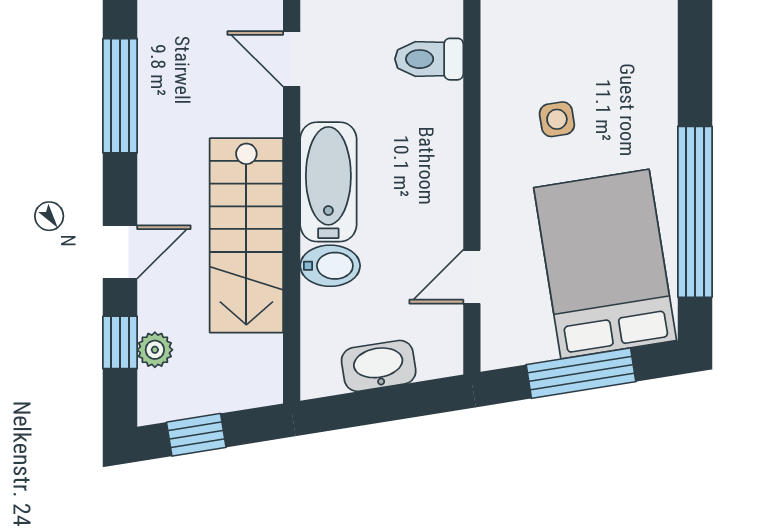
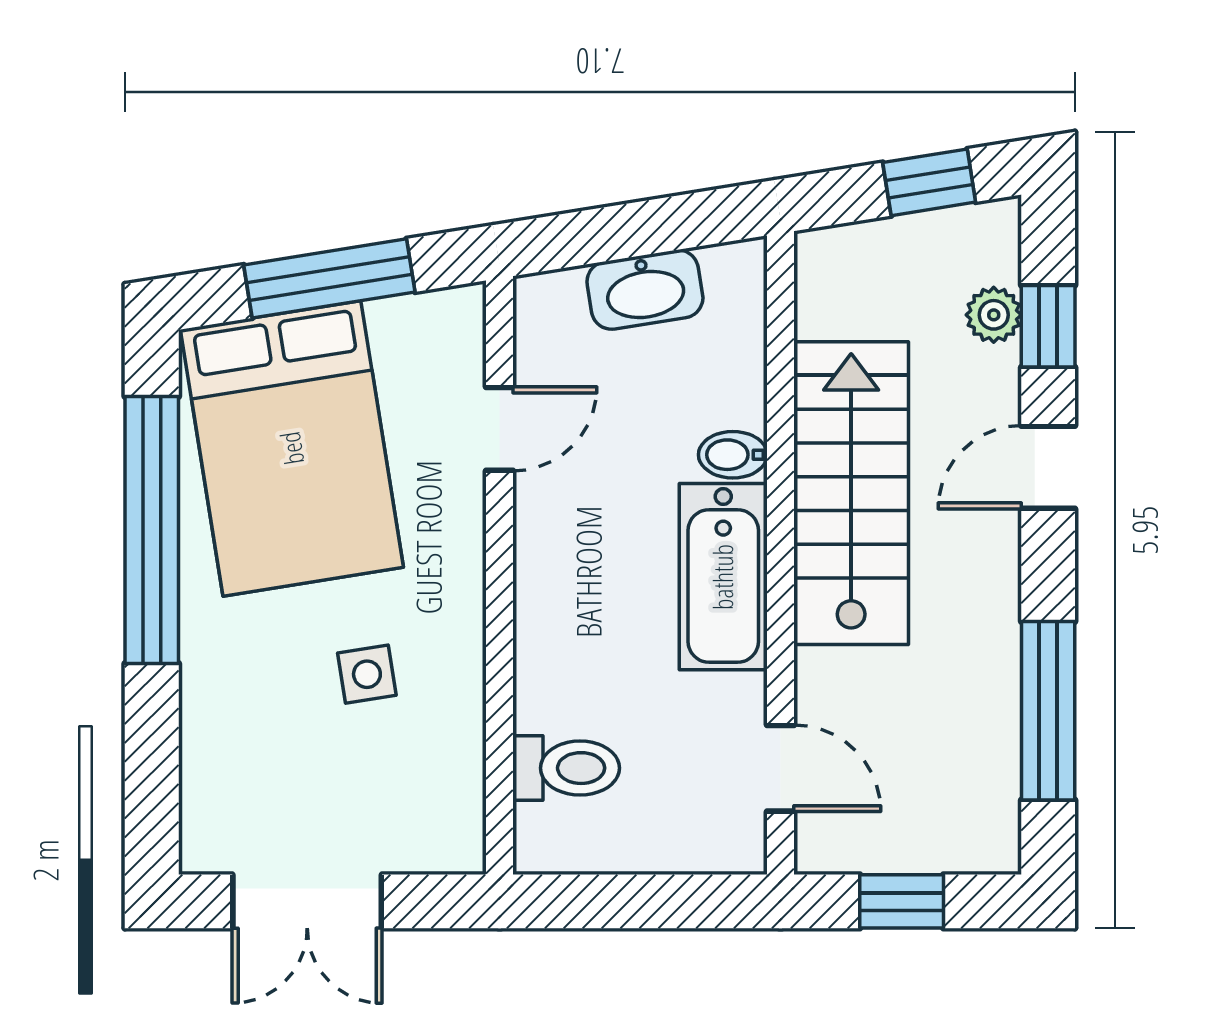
bidet: (330, 266) -> (733, 455), width x0.72, depth x0.74

